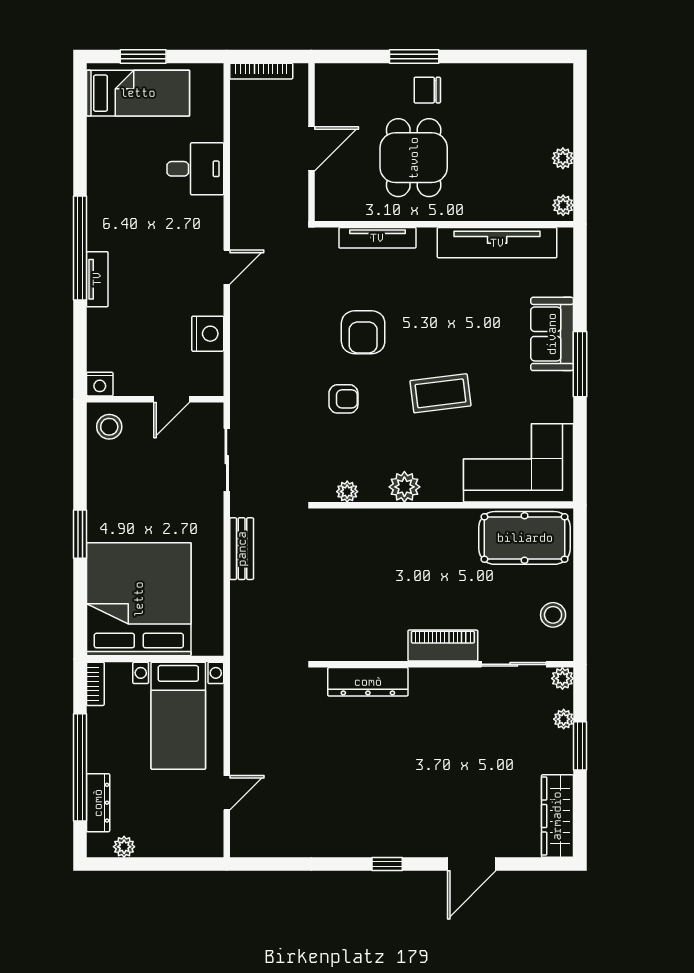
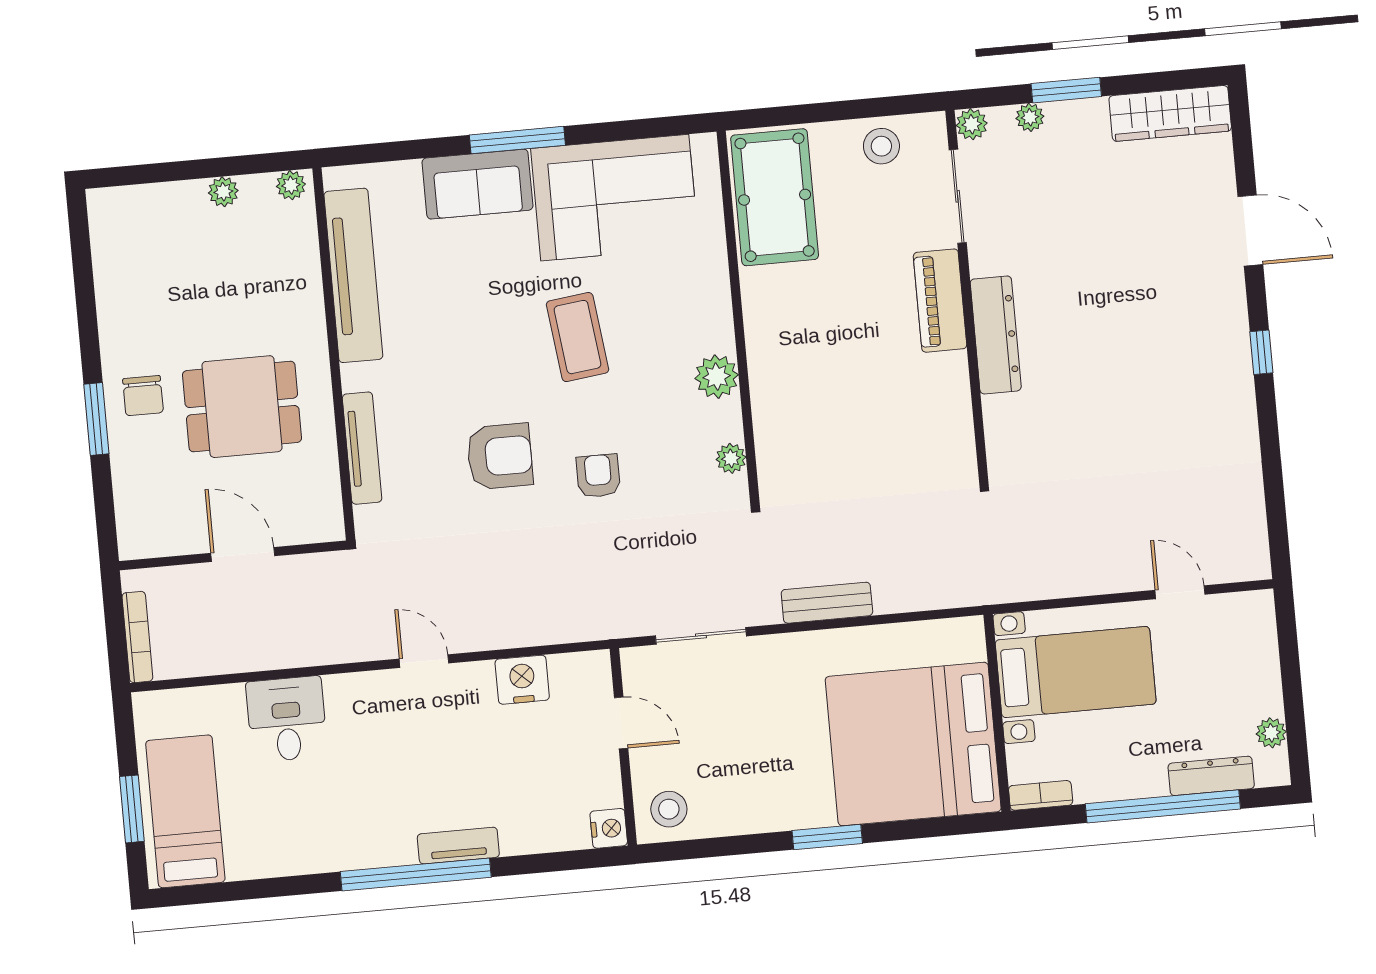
corner sofa: (519, 463) -> (615, 198), moved, turned -90
dresser: (368, 682) -> (996, 335), moved

